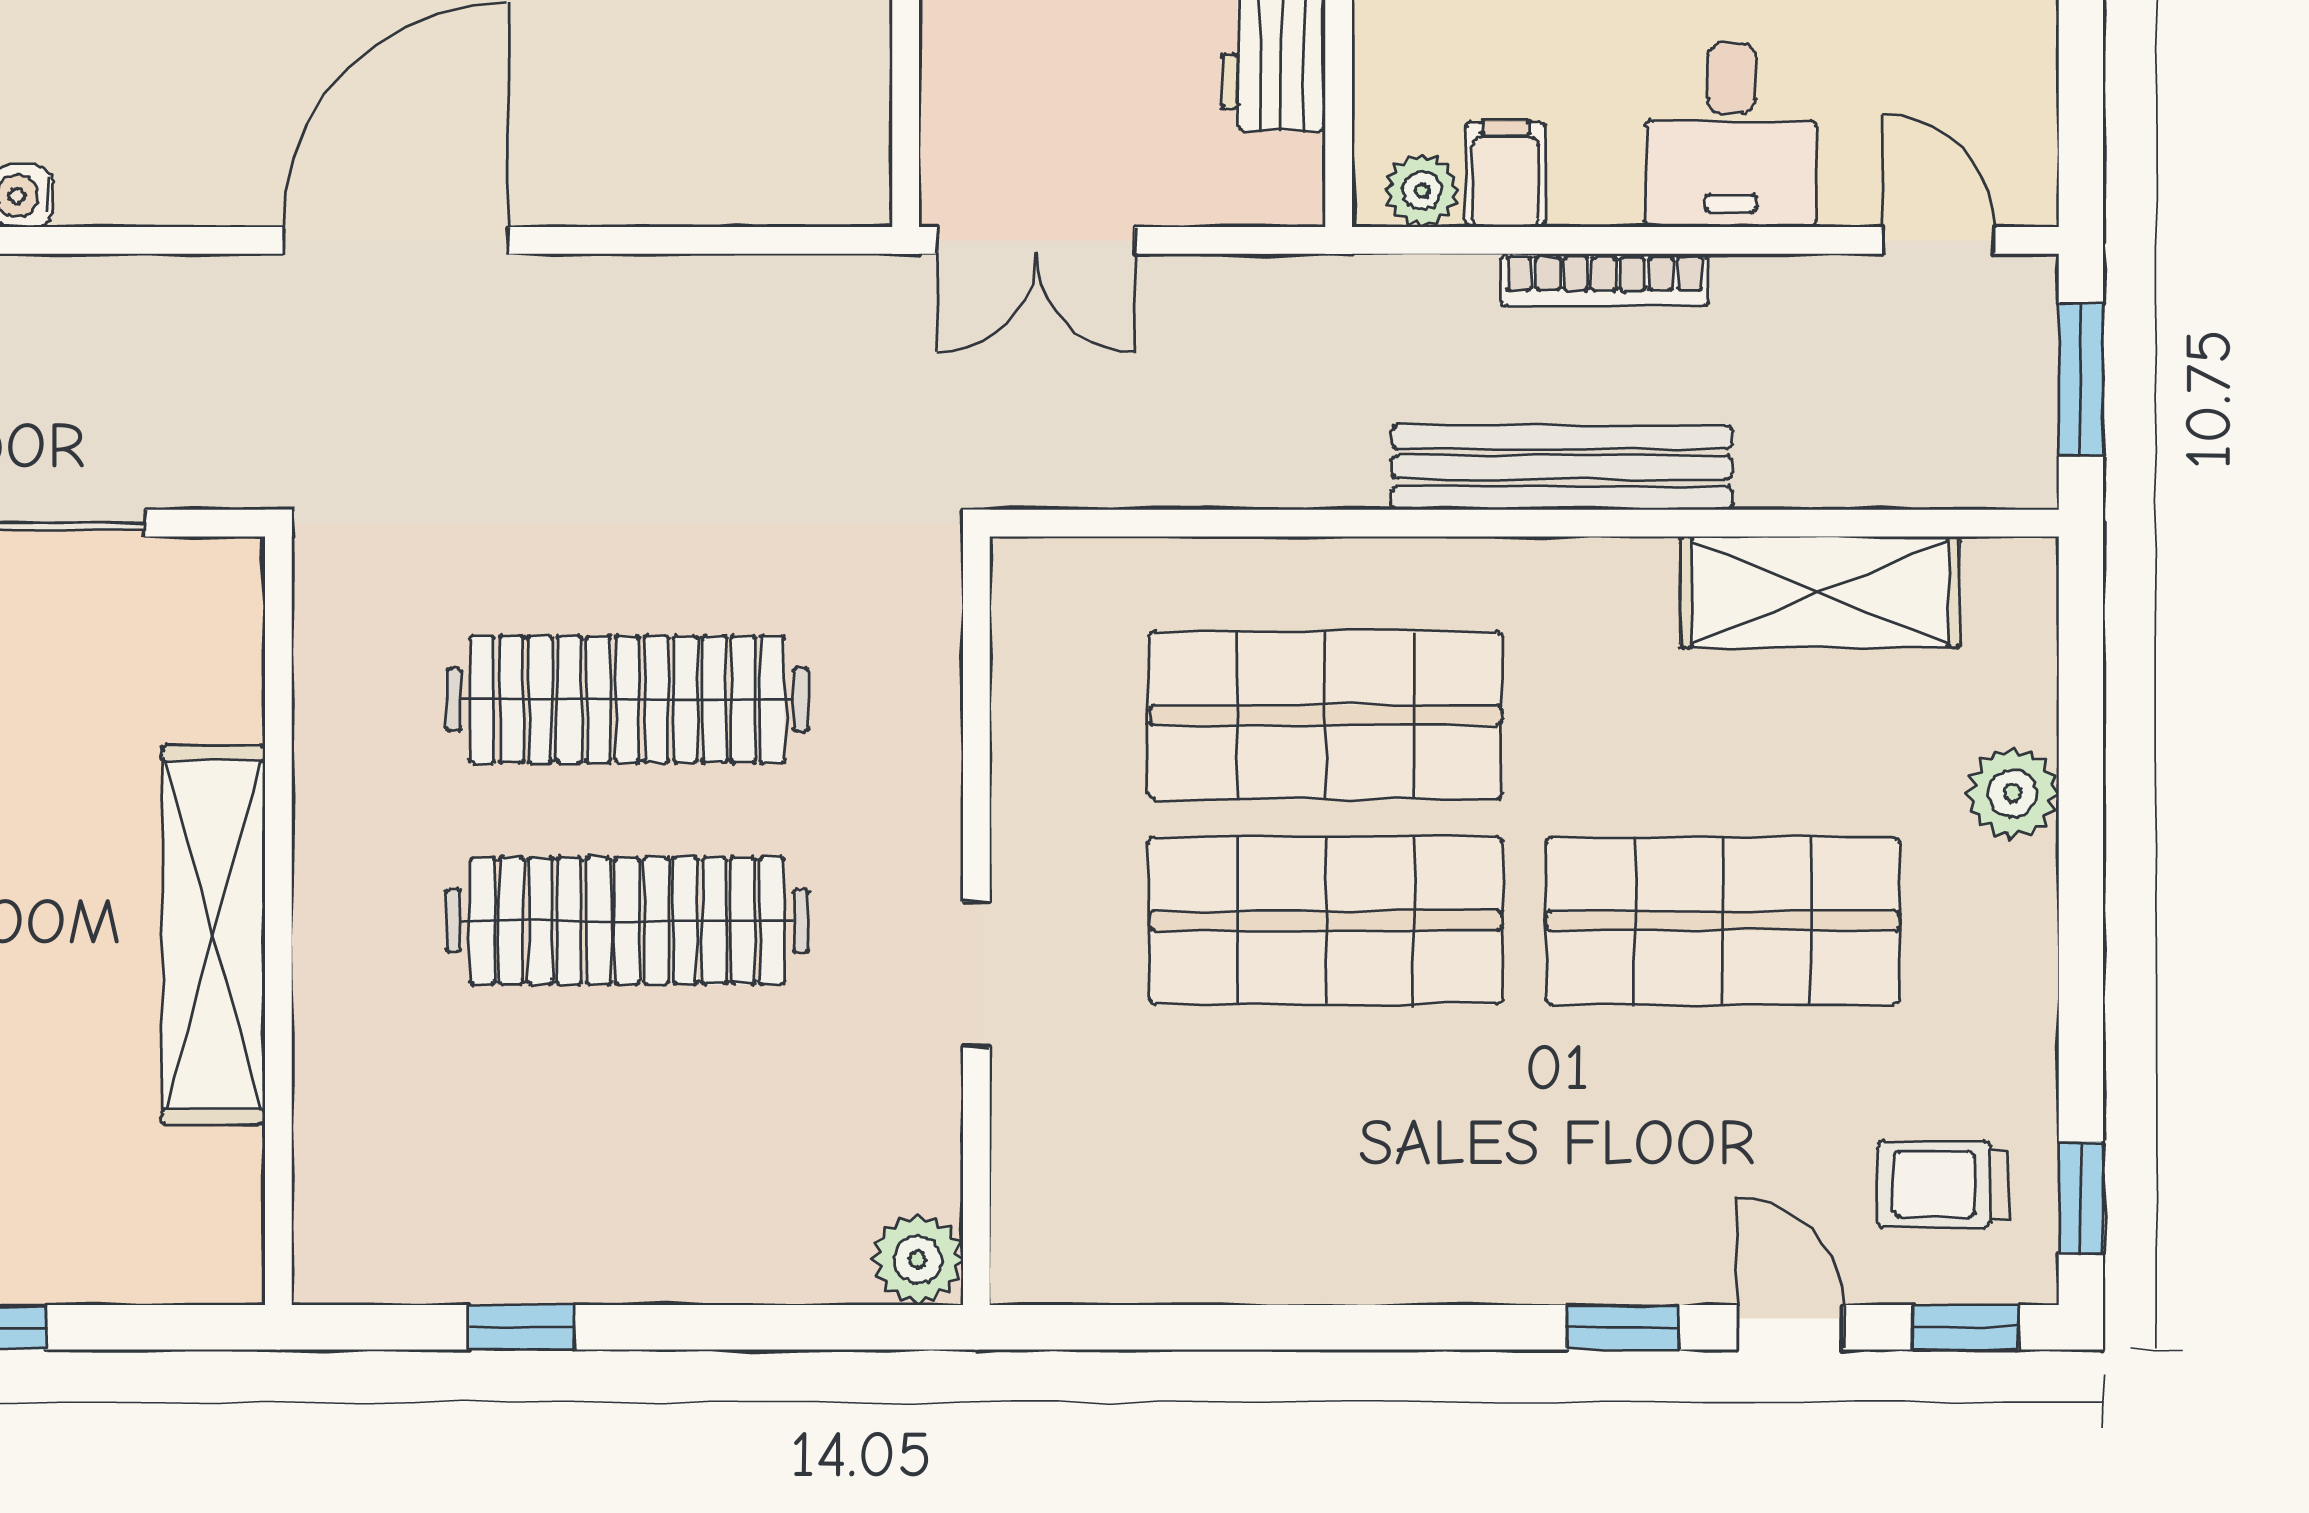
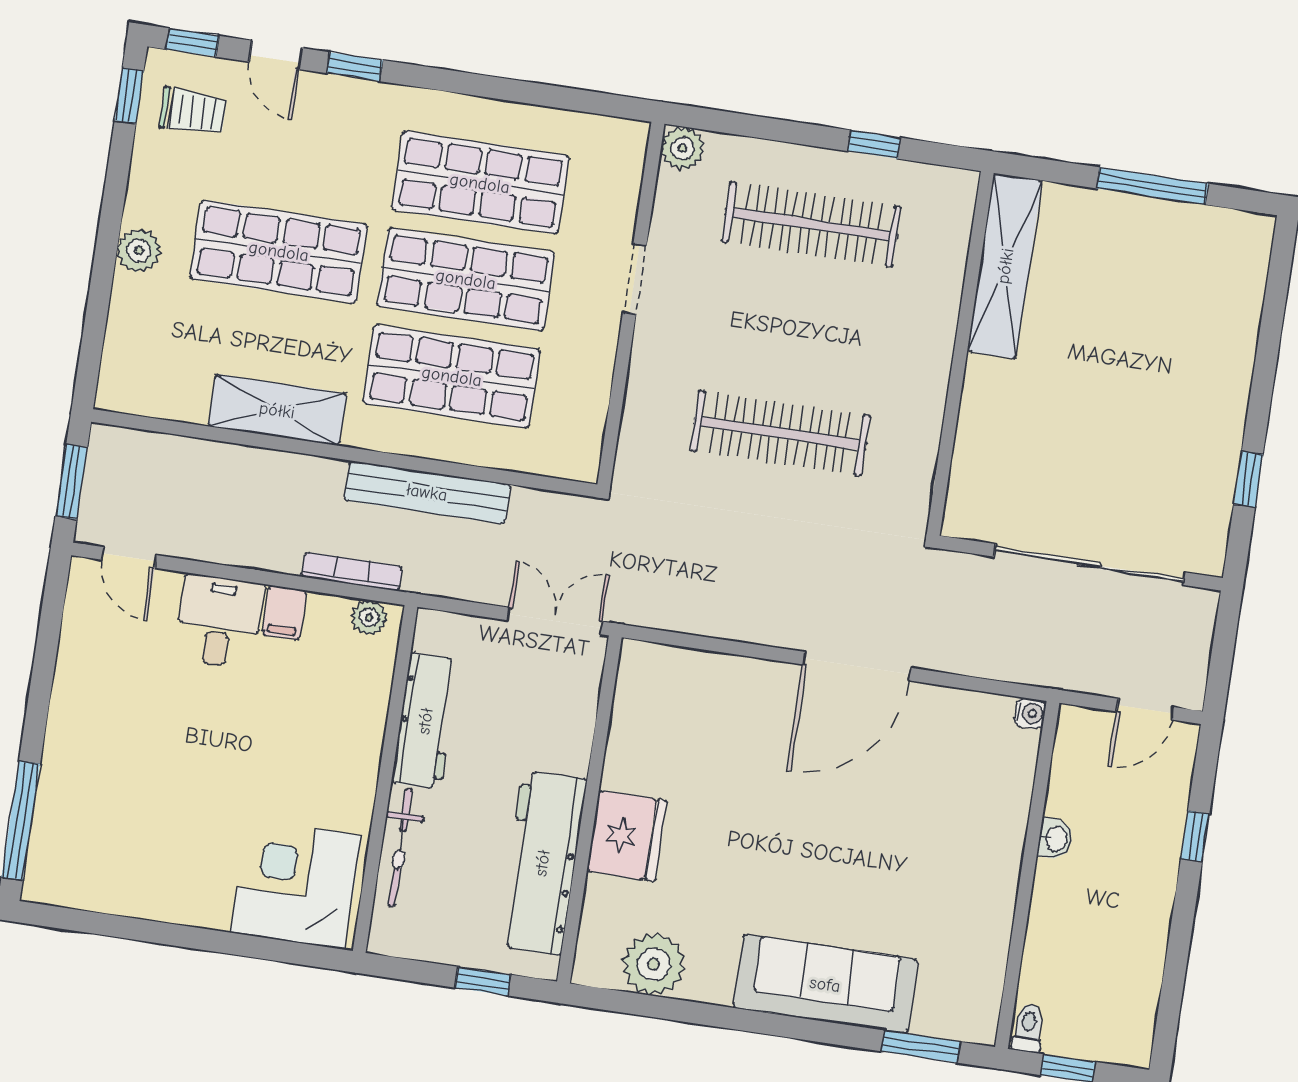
filing cabinet: (1505, 174) -> (284, 612), moved
bookcase: (1604, 280) -> (352, 572), moved
bench: (1562, 468) -> (427, 492), moved
shelving: (1820, 592) -> (277, 410), moved
plant: (2013, 793) -> (139, 251), moved
clothes rail: (627, 921) -> (811, 224), moved
shelving: (213, 934) -> (1005, 266), moved
shop shelf: (1326, 1126) -> (480, 183), added

